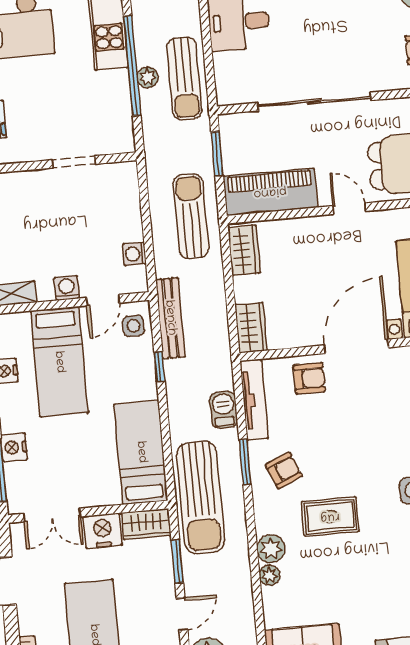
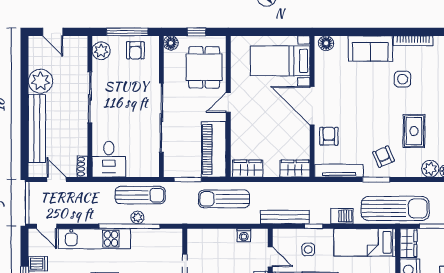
side table: (133, 326) -> (308, 250), moved
barbecue: (224, 410) -> (342, 216), moved, turned 180

